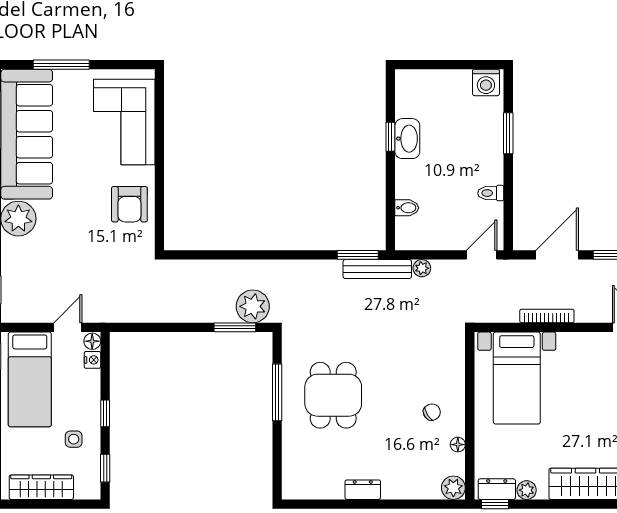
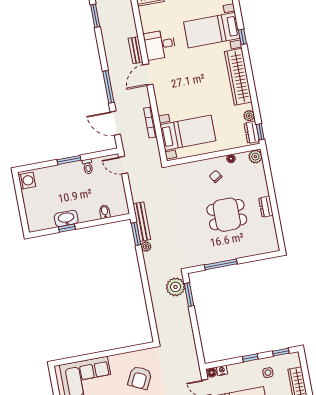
window: (508, 133) -> (69, 160), moved
armchair: (129, 204) -> (140, 378), moved, turned 116
plant: (422, 268) -> (146, 247), moved
dining table: (333, 395) -> (227, 215), moved

